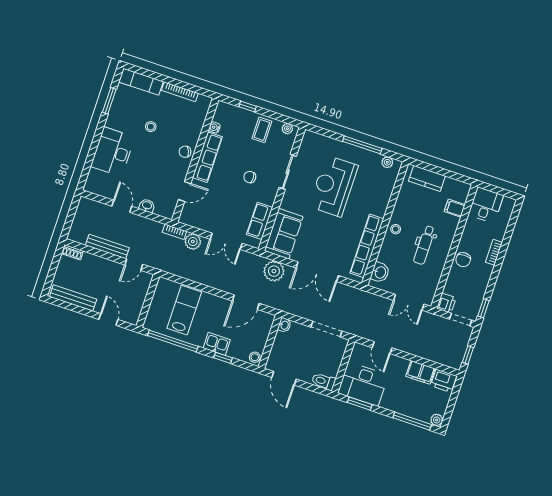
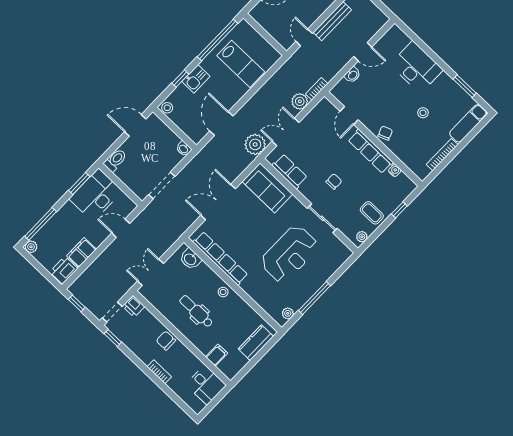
reception desk: (334, 186) -> (289, 254), turned 90
plant: (274, 271) -> (255, 144), moved

